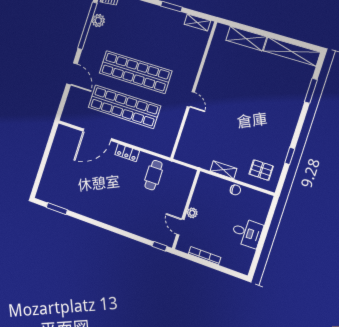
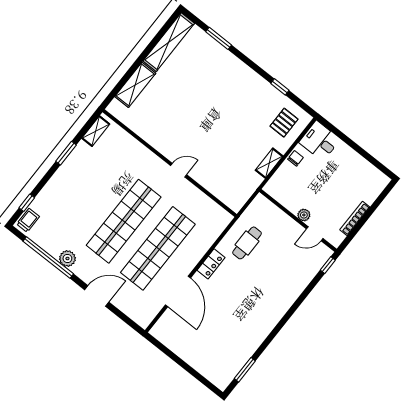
plant: (98, 21) -> (67, 258), moved
cafe table: (154, 175) -> (247, 243), turned 90
desk: (247, 233) -> (320, 141), moved, turned -90

